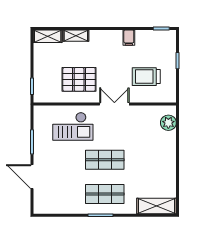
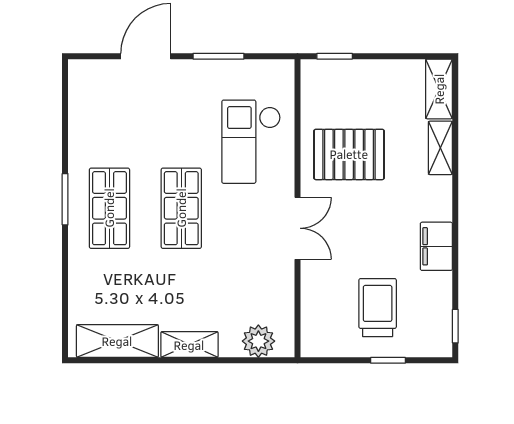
filing cabinet: (129, 38) -> (436, 246), width x2.00
trolley: (146, 77) -> (378, 308), moved
pallet: (79, 79) -> (349, 154), turned 90
shelving: (170, 156) -> (189, 345), added
shelving: (157, 206) -> (117, 341), moved, turned 90

